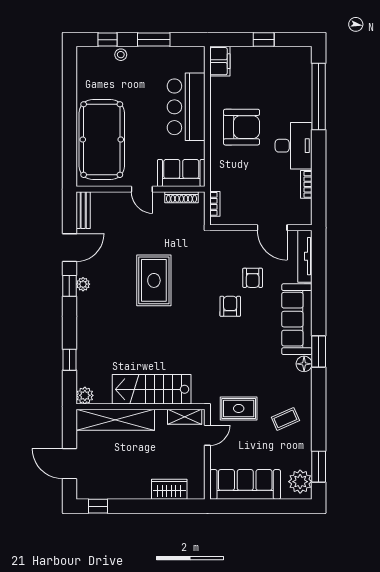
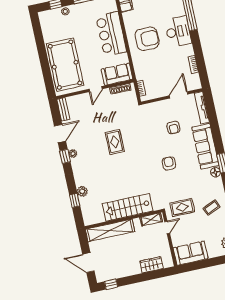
desk: (294, 146) -> (178, 32), moved
door: (142, 189) -> (96, 89), hinge flipped
door: (272, 228) -> (179, 95), swing flipped
rug: (154, 280) -> (115, 142), width x0.73, depth x0.70
armchair: (230, 306) -> (169, 163), moved
plant: (85, 395) -> (82, 191), moved
sofa: (245, 484) -> (191, 253), width x0.73

